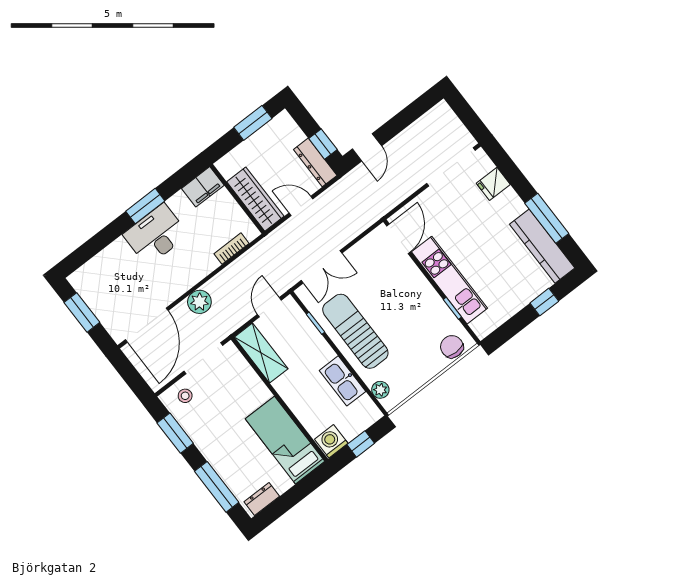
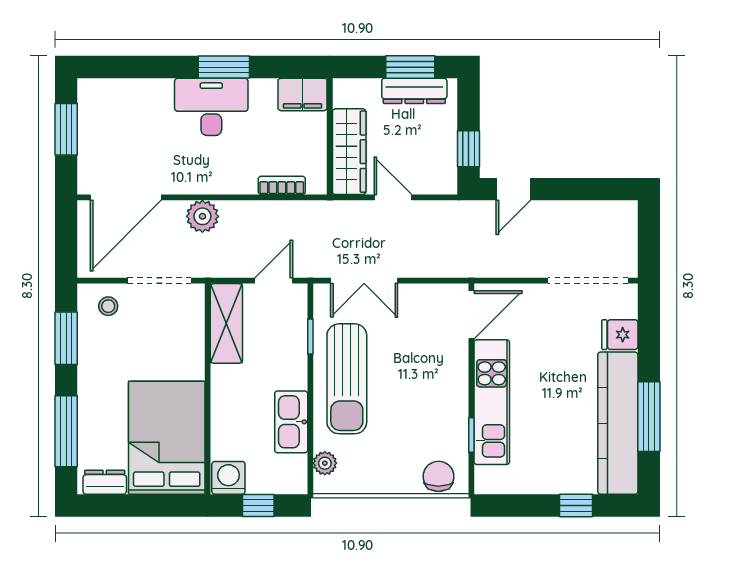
dresser: (315, 162) -> (414, 91), moved, turned -90
kitchen counter: (542, 246) -> (618, 423), width x1.39, depth x1.17
sun lounger: (355, 331) -> (347, 379), turned 180
bed: (285, 440) -> (167, 438), width x1.50

